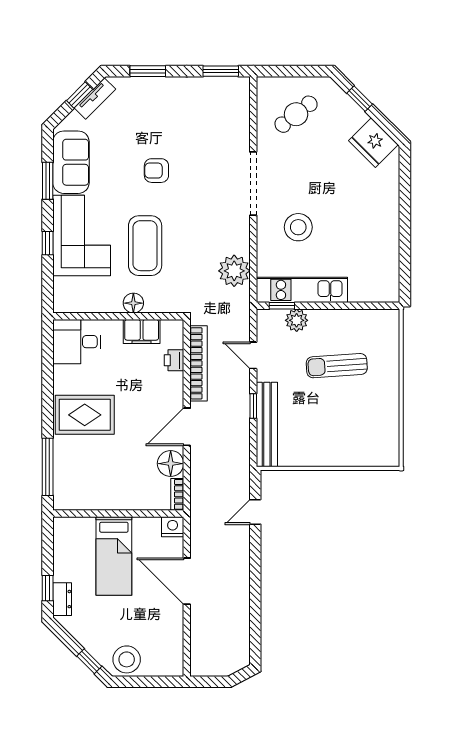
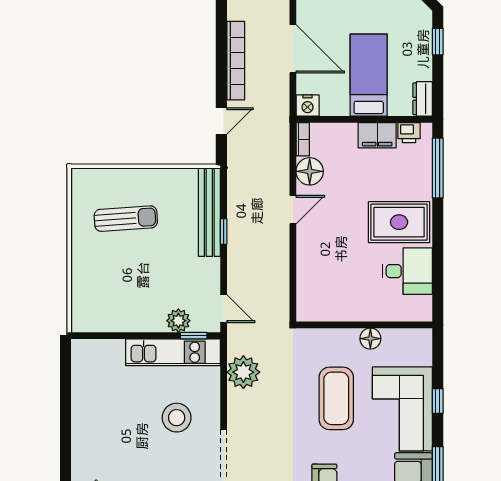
floor lamp: (133, 303) -> (370, 339), moved
filing cabinet: (142, 332) -> (377, 135), moved, turned 180
desk: (77, 342) -> (407, 271), moved
door: (253, 355) -> (224, 309), moved
printer: (174, 360) -> (409, 133), moved, turned 90
bookcase: (198, 363) -> (236, 61), moved, turned 180
sun lounger: (337, 366) -> (126, 219), moved
door: (187, 427) -> (293, 210), width x0.73
dresser: (62, 599) -> (423, 99), moved

